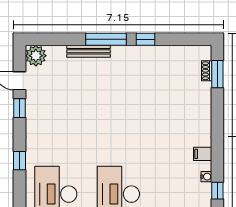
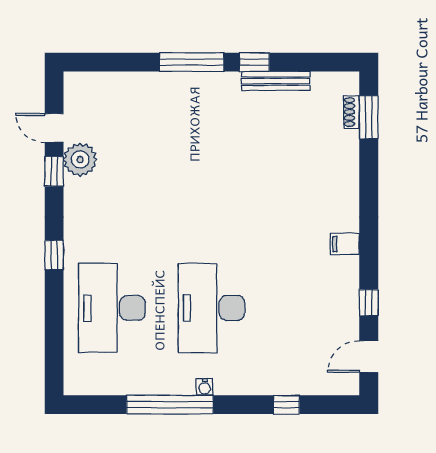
bench: (88, 51) -> (276, 81), moved
plant: (36, 56) -> (80, 160), moved
water cooler: (206, 177) -> (351, 280), removed

